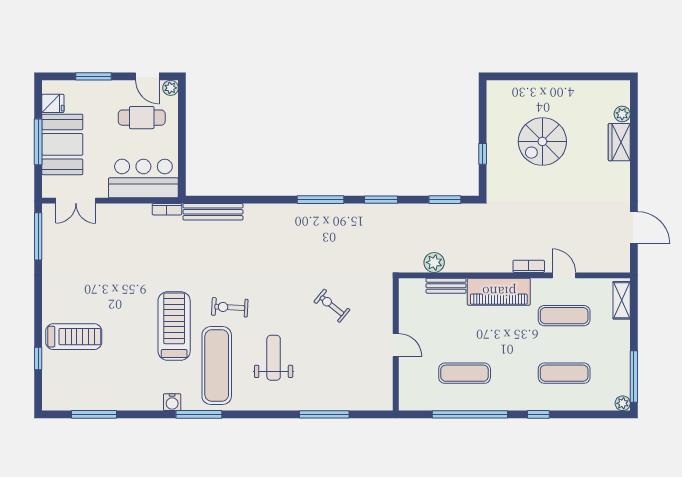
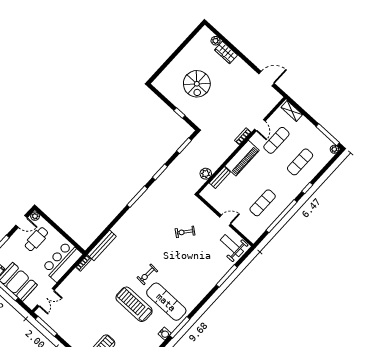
door: (564, 275) -> (260, 125), swing flipped
weight bench: (274, 358) -> (232, 246), moved

